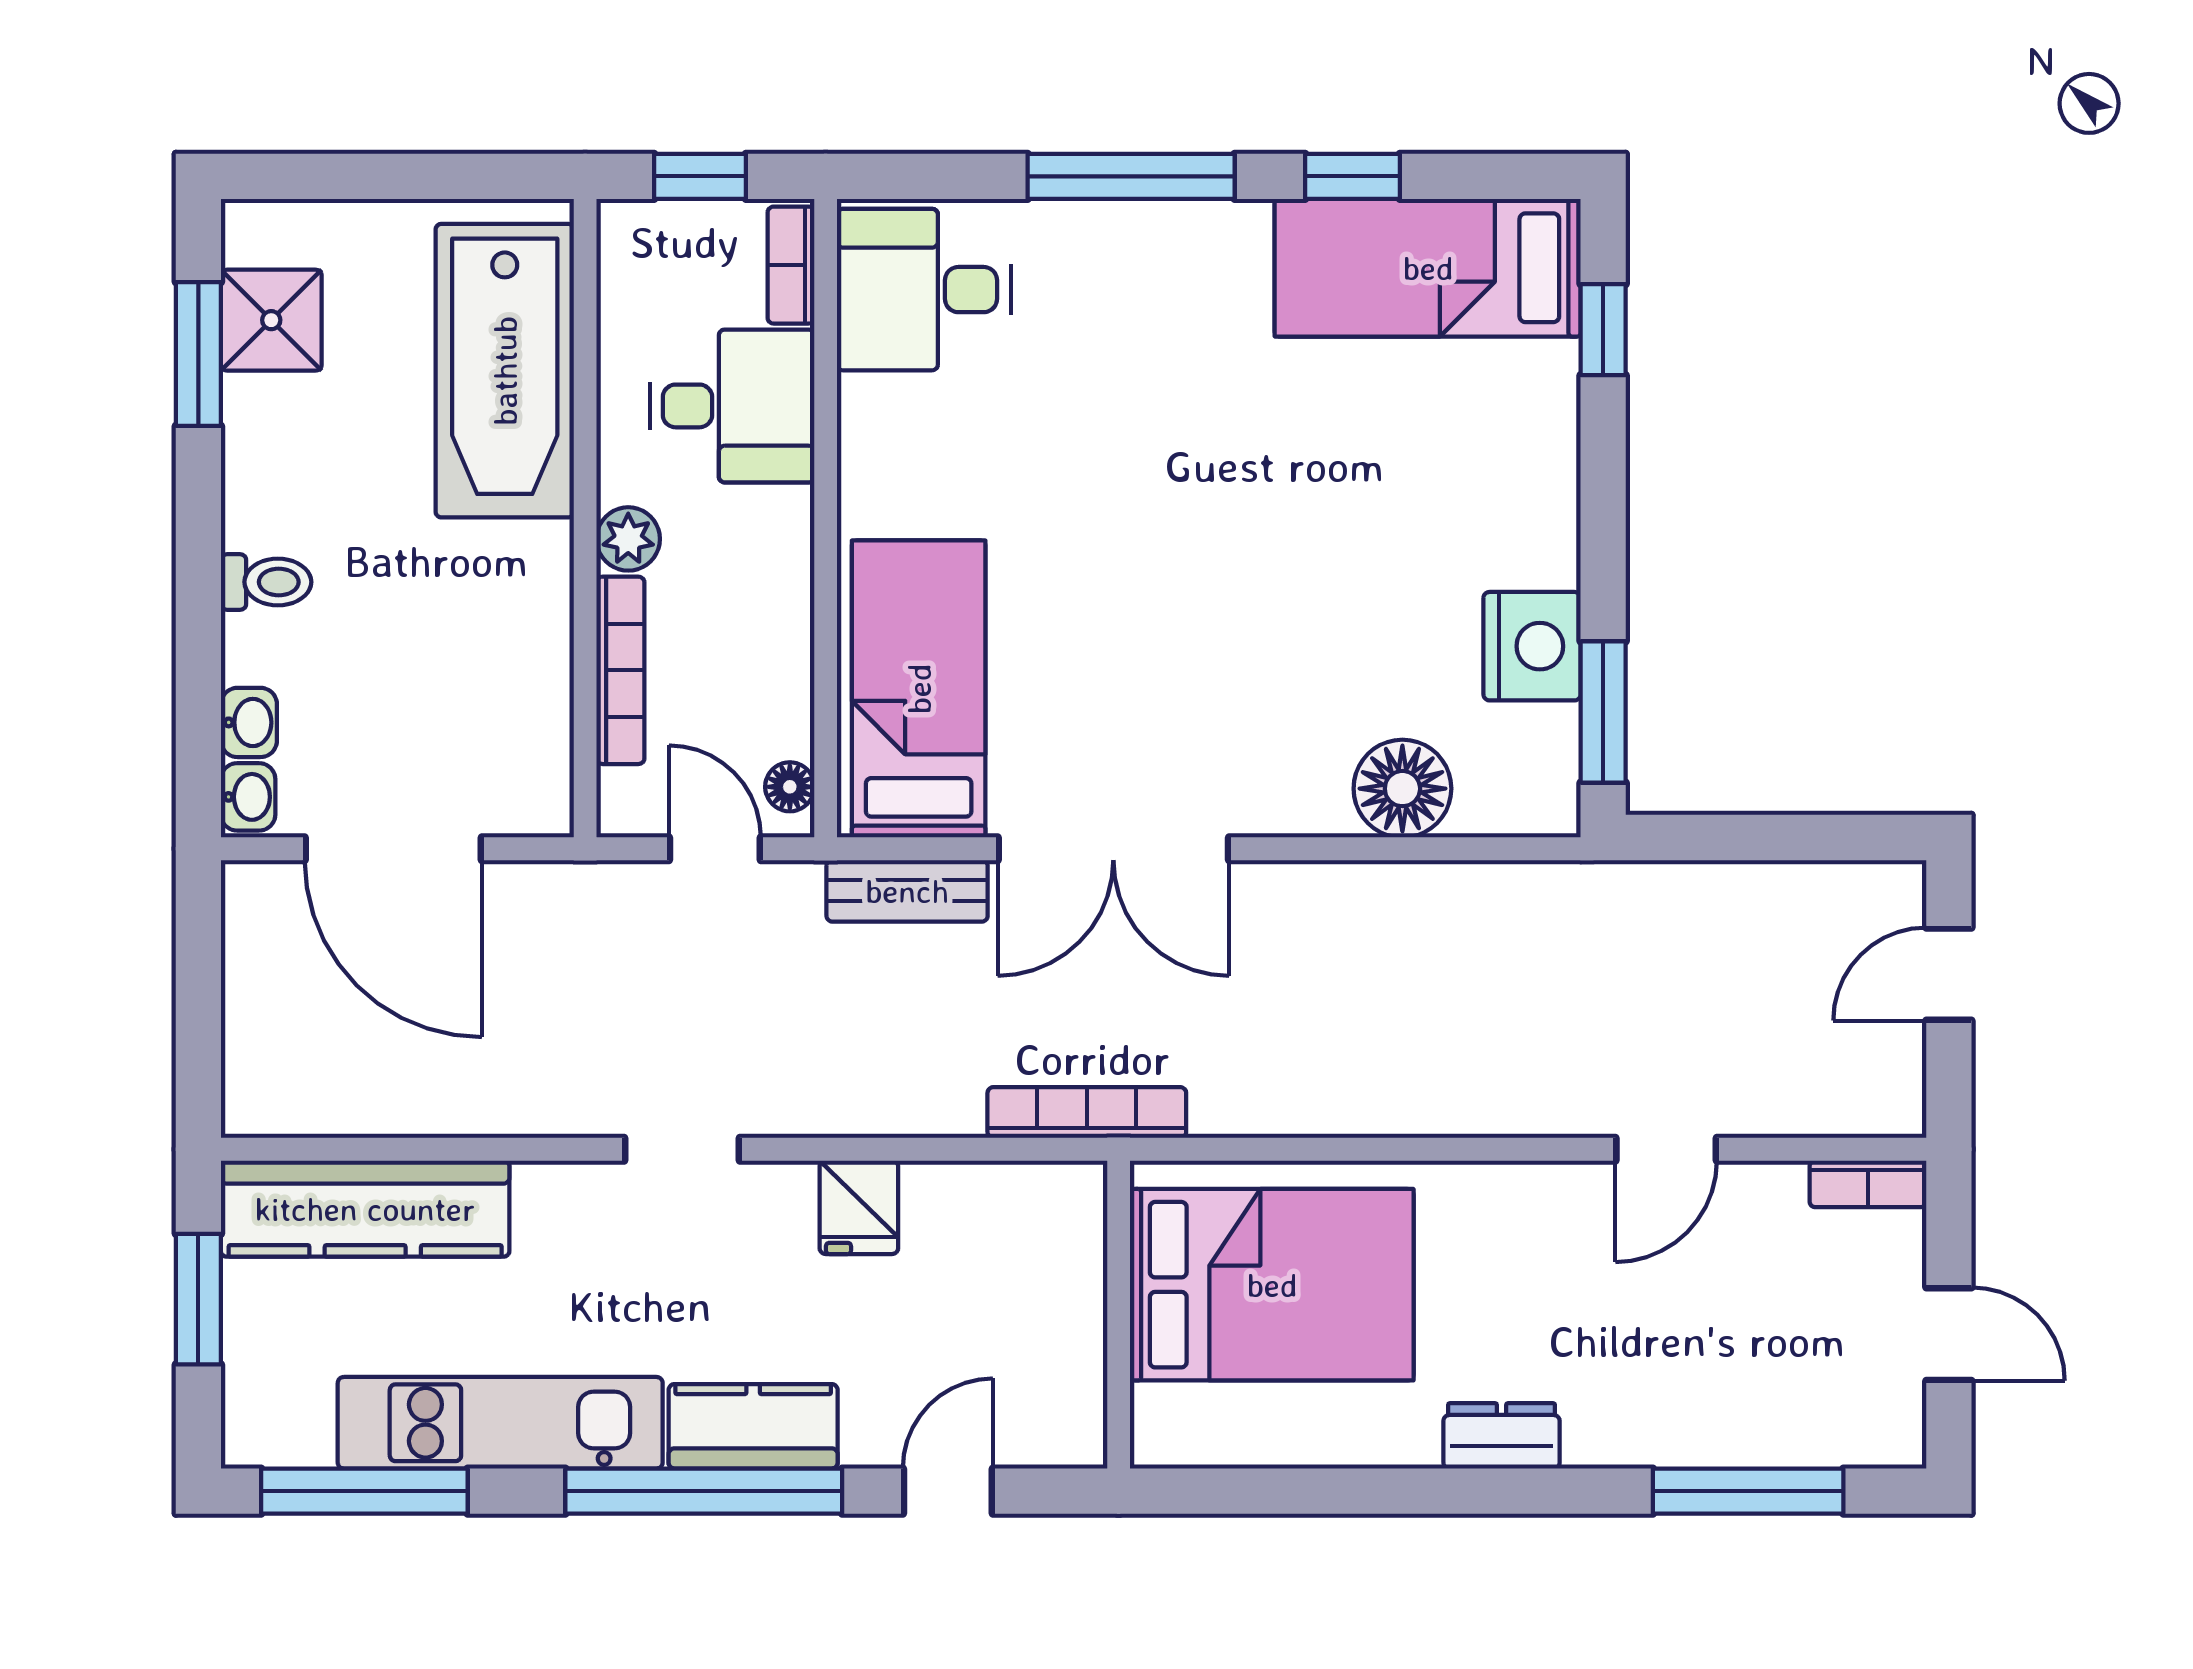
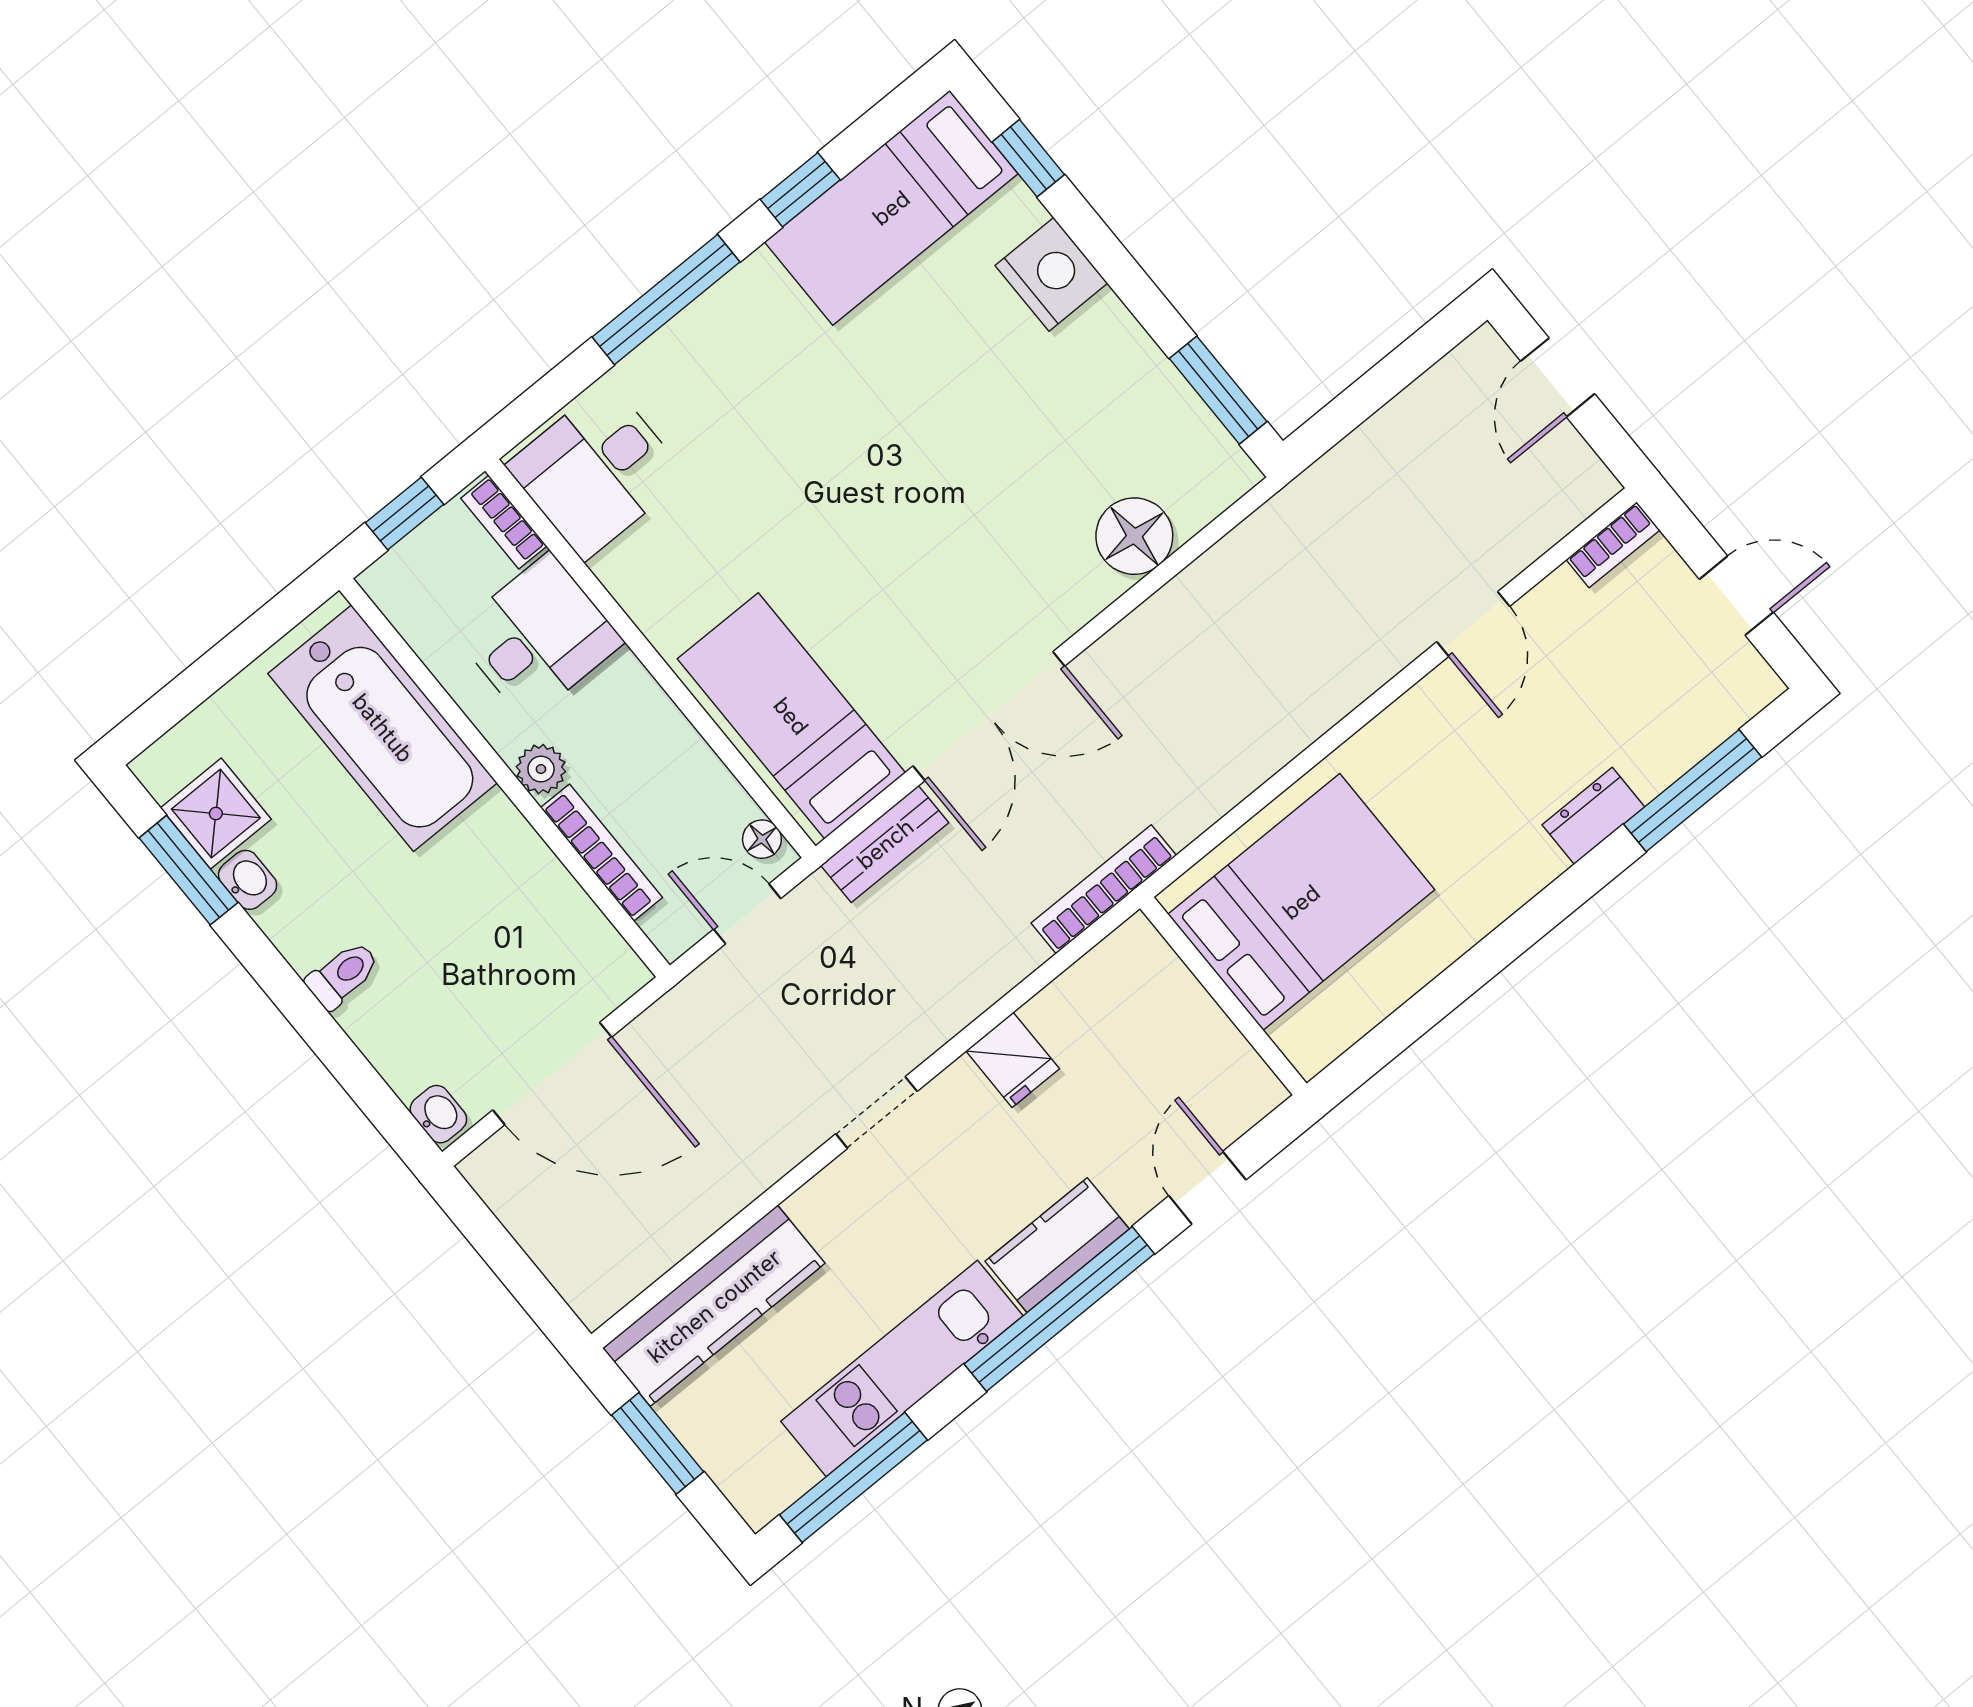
nightstand: (1532, 646) -> (1051, 274), moved
washbasin: (249, 722) -> (248, 880), moved
dresser: (1502, 1436) -> (1593, 816), moved

